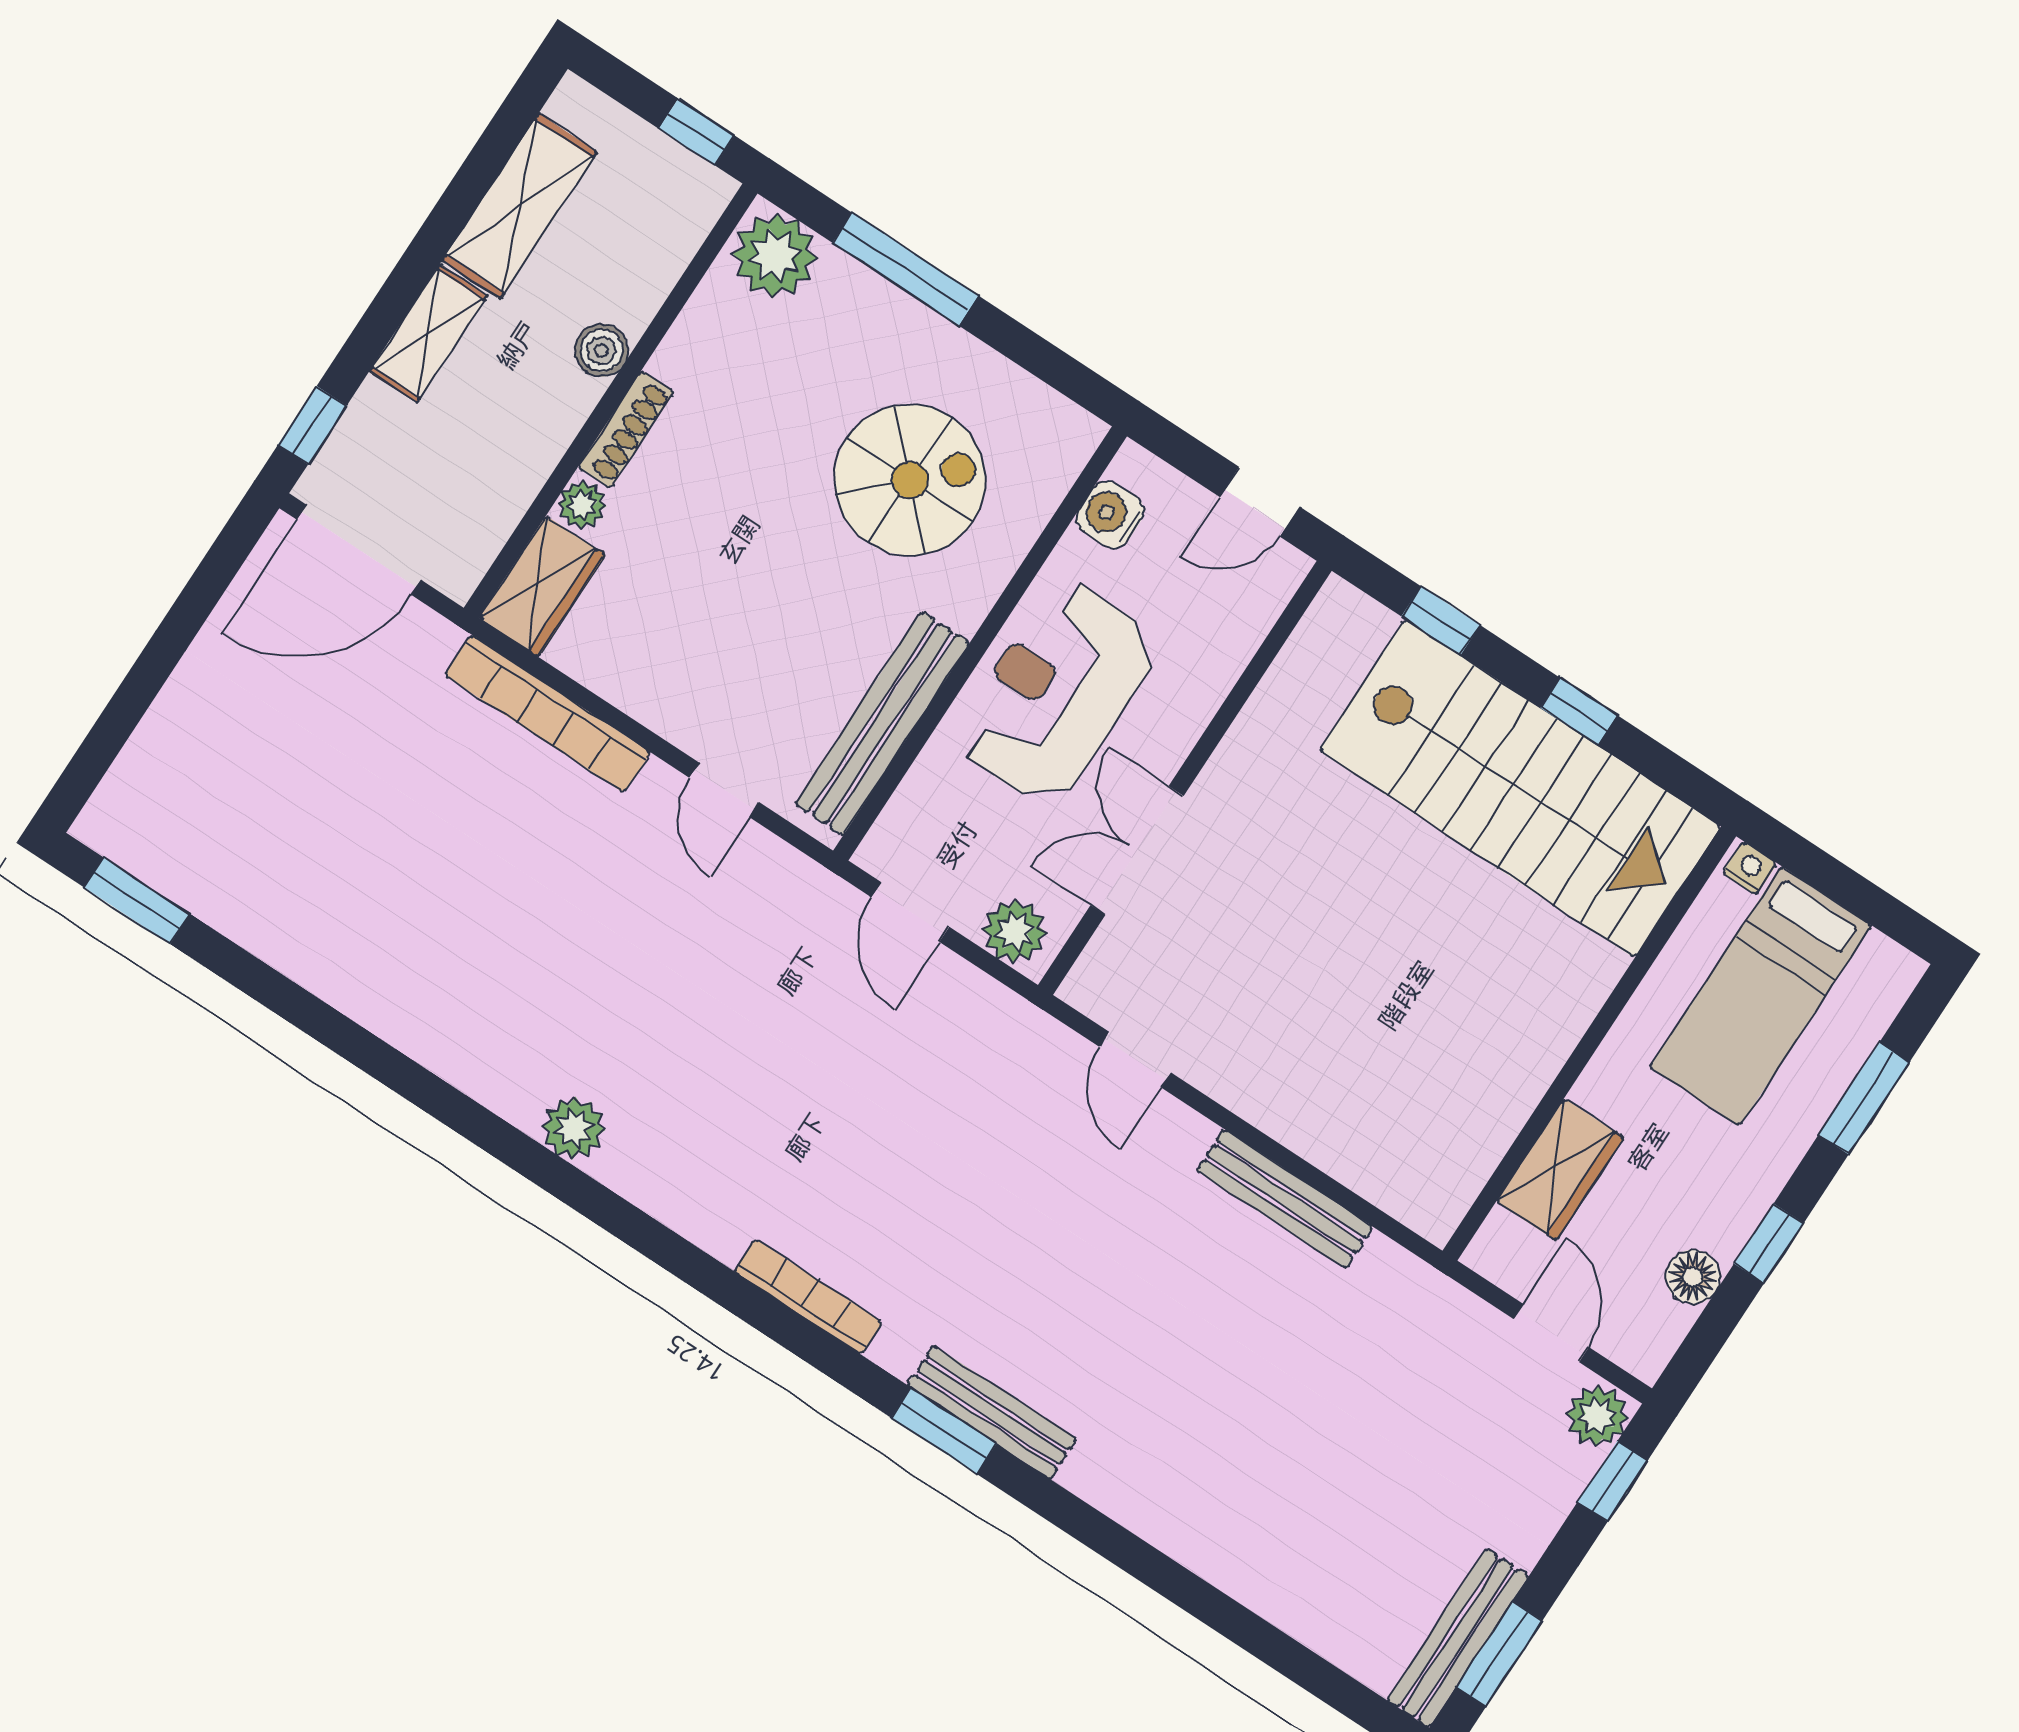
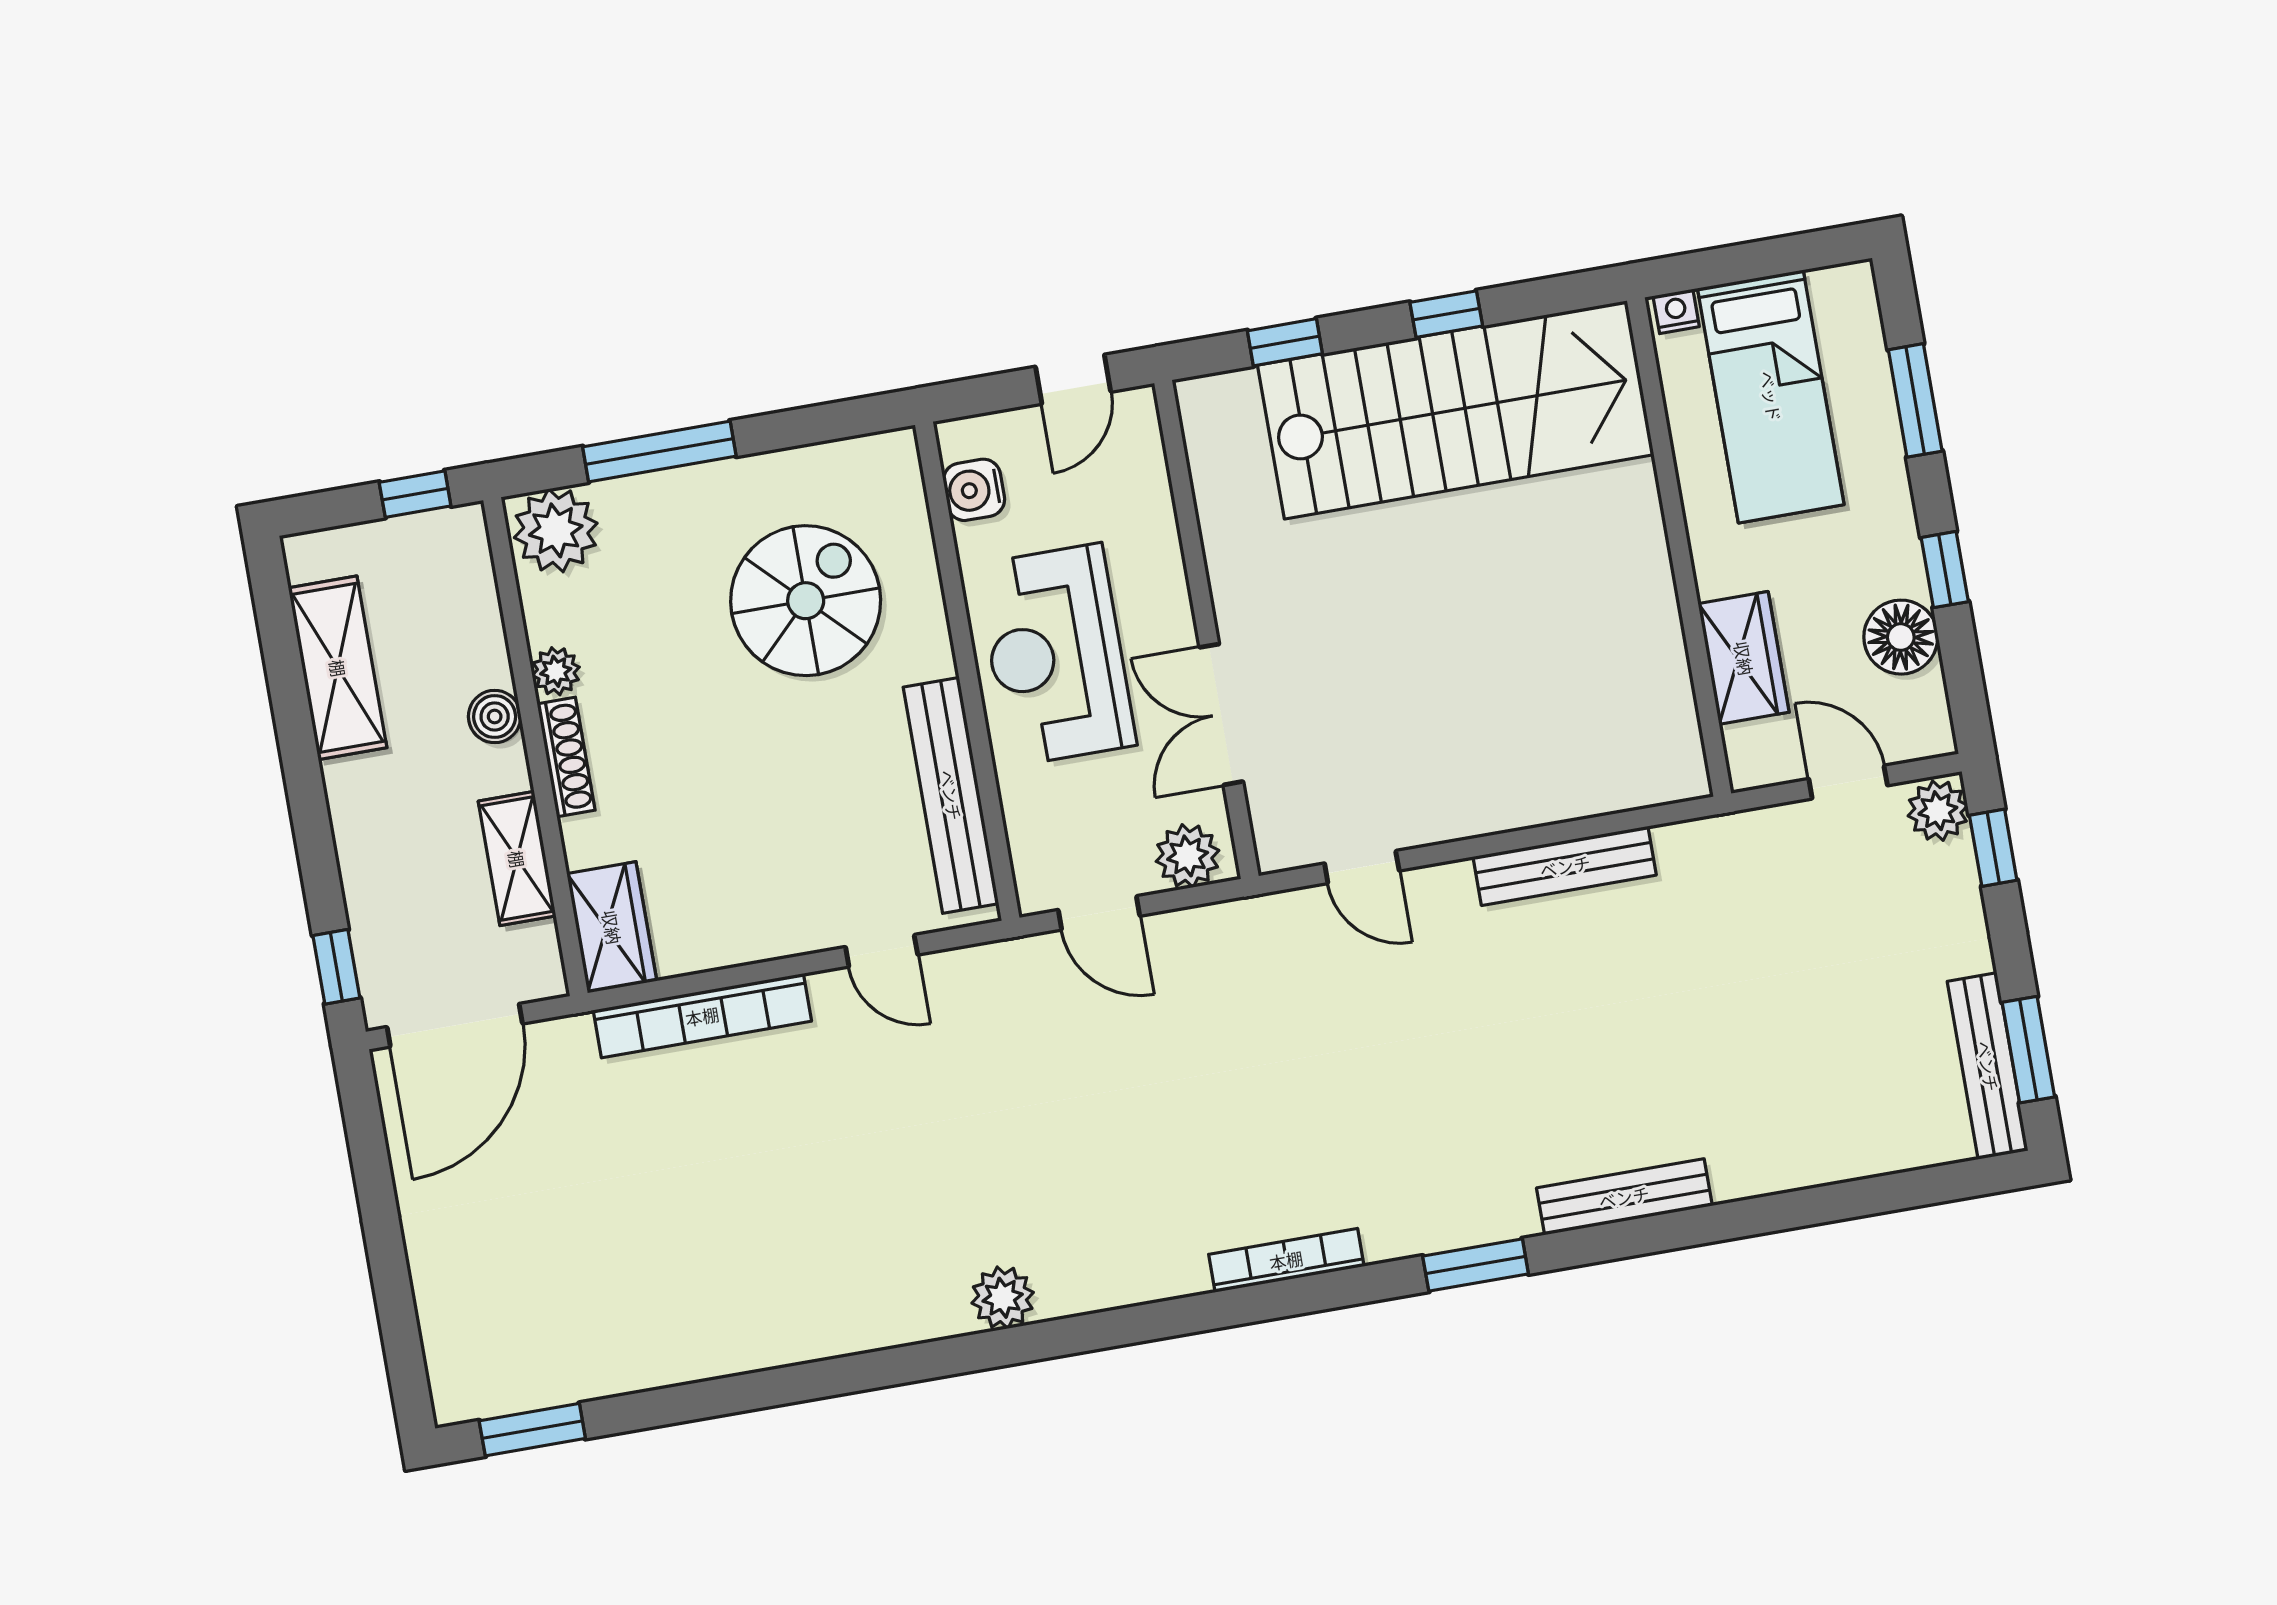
shelving: (428, 333) -> (517, 859), moved
plant: (582, 505) -> (556, 671), moved
floor lamp: (1693, 1277) -> (1901, 637), width x1.38, depth x1.38
bench: (992, 1412) -> (1624, 1197), moved

